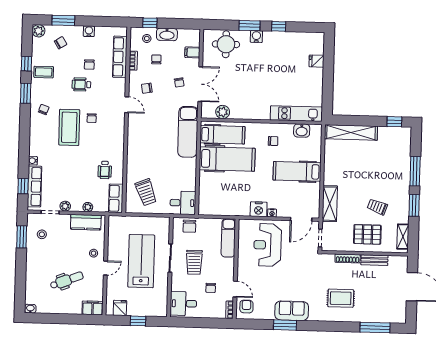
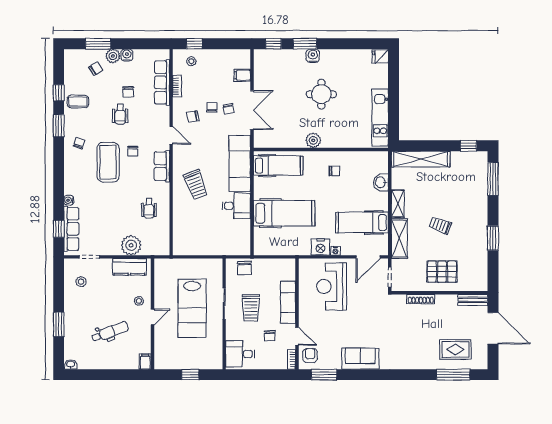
window: (279, 26) -> (273, 44), moved
plant: (38, 31) -> (113, 56), moved
washbasin: (167, 34) -> (214, 56), removed
round table: (226, 44) -> (321, 94), moved
chair: (156, 59) -> (212, 107), moved
fridge: (316, 61) -> (380, 57), moved
wheelchair: (81, 84) -> (120, 114), turned -90
plant: (223, 112) -> (313, 140), moved
kitchen unit: (296, 114) -> (380, 118), moved, turned -90
washbasin: (302, 131) -> (381, 182), moved, turned 90
hospital bed: (227, 159) -> (284, 213), moved
hospital bed: (297, 171) -> (362, 223), moved
window: (415, 171) -> (493, 179), moved
trolley: (146, 192) -> (196, 185), moved
row of seats: (116, 198) -> (162, 166), moved
desk: (183, 203) -> (236, 206), moved
plant: (65, 206) -> (106, 250), removed
plant: (88, 207) -> (131, 245), width x1.88, depth x1.88
trolley: (377, 207) -> (440, 225), moved
window: (22, 237) -> (59, 324), moved
shelving: (403, 237) -> (398, 204), moved
exam couch: (228, 238) -> (288, 302), moved
bench: (374, 260) -> (473, 300), moved
lab bench: (141, 261) -> (192, 308), turned 180
rug: (341, 298) -> (455, 349), moved
filing cabinet: (93, 308) -> (145, 362), width x0.50
fridge: (120, 308) -> (170, 361), removed
window: (285, 325) -> (324, 375), moved

